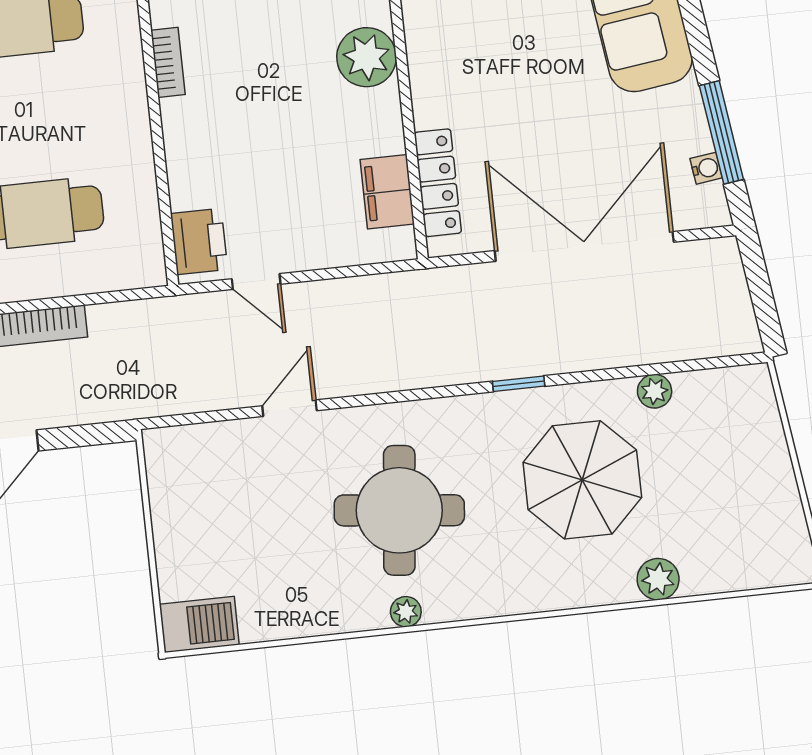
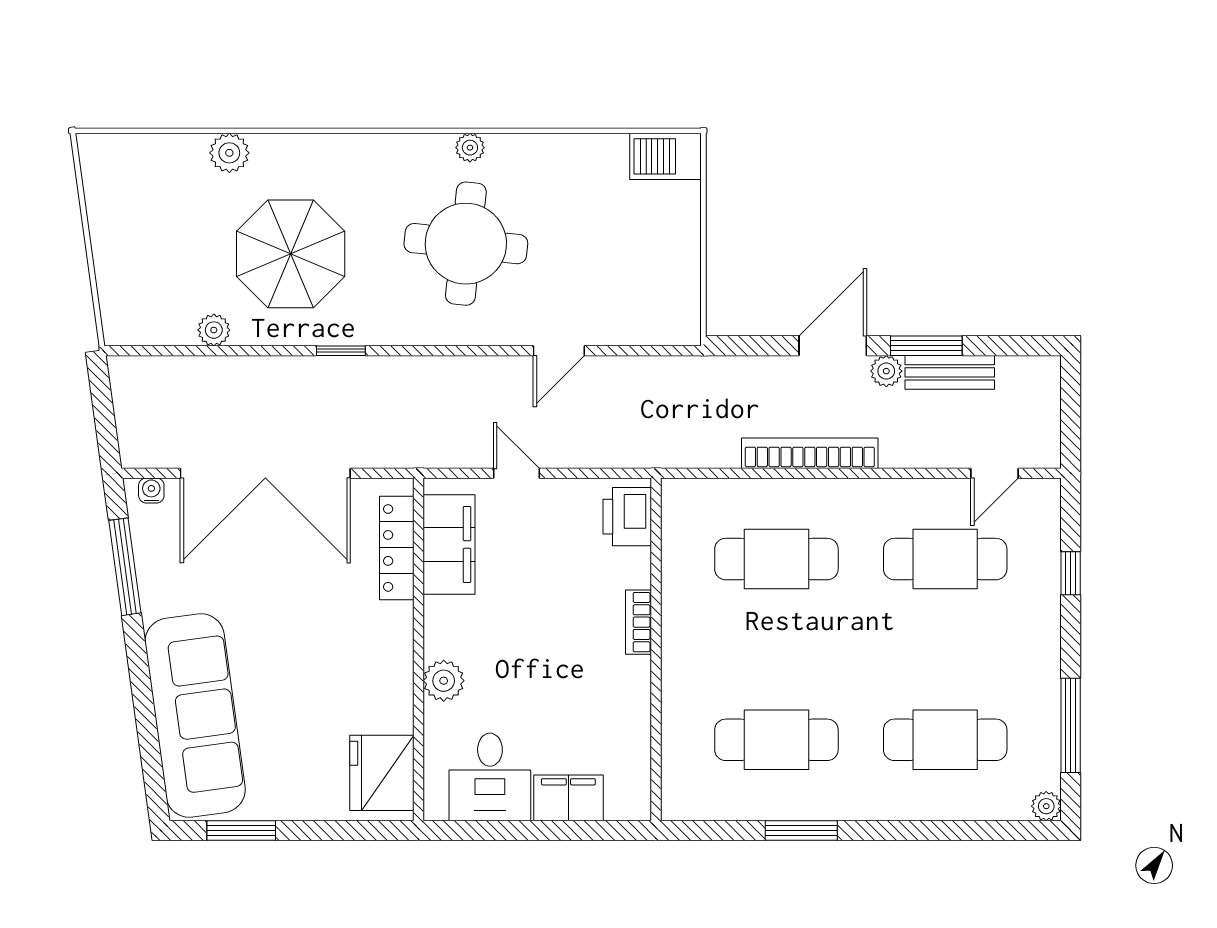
plant: (367, 57) -> (444, 681), width x0.73, depth x0.73
bookcase: (168, 62) -> (638, 622), moved
water cooler: (706, 168) -> (151, 490), moved, turned 98
filing cabinet: (387, 192) -> (449, 545), width x1.50, depth x1.17
door: (256, 282) -> (517, 473), moved

